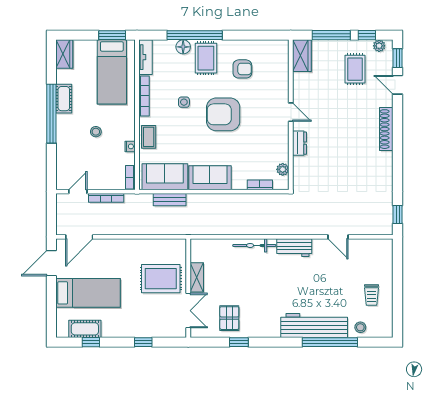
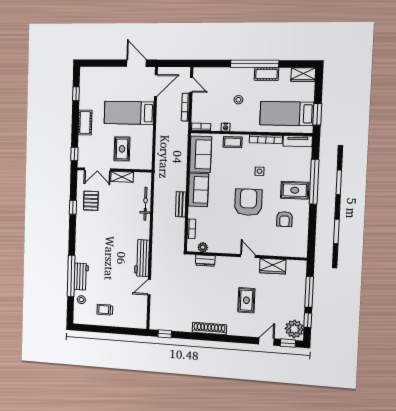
plant: (379, 46) -> (294, 329), width x1.88, depth x1.88
floor lamp: (183, 47) -> (305, 172), removed
wardrobe: (302, 56) -> (273, 266), moved
rug: (355, 69) -> (246, 300), moved, turned 90
door: (291, 112) -> (248, 256), swing flipped
shoe rack: (386, 129) -> (209, 329), moved
dresser: (299, 143) -> (205, 261), moved
bench: (170, 200) -> (181, 204), moved
door: (79, 237) -> (156, 85), swing flipped
bicycle: (254, 245) -> (145, 204), moved
workbench: (294, 248) -> (142, 258), width x1.38
rug: (161, 279) -> (122, 149), width x0.73, depth x0.70
bed: (88, 293) -> (129, 113), moved, turned 90
pallet: (229, 318) -> (91, 201), turned 90
workbench: (314, 325) -> (81, 277), width x0.53, depth x0.76
cot: (85, 329) -> (85, 122), moved
window: (143, 342) -> (74, 154), moved

